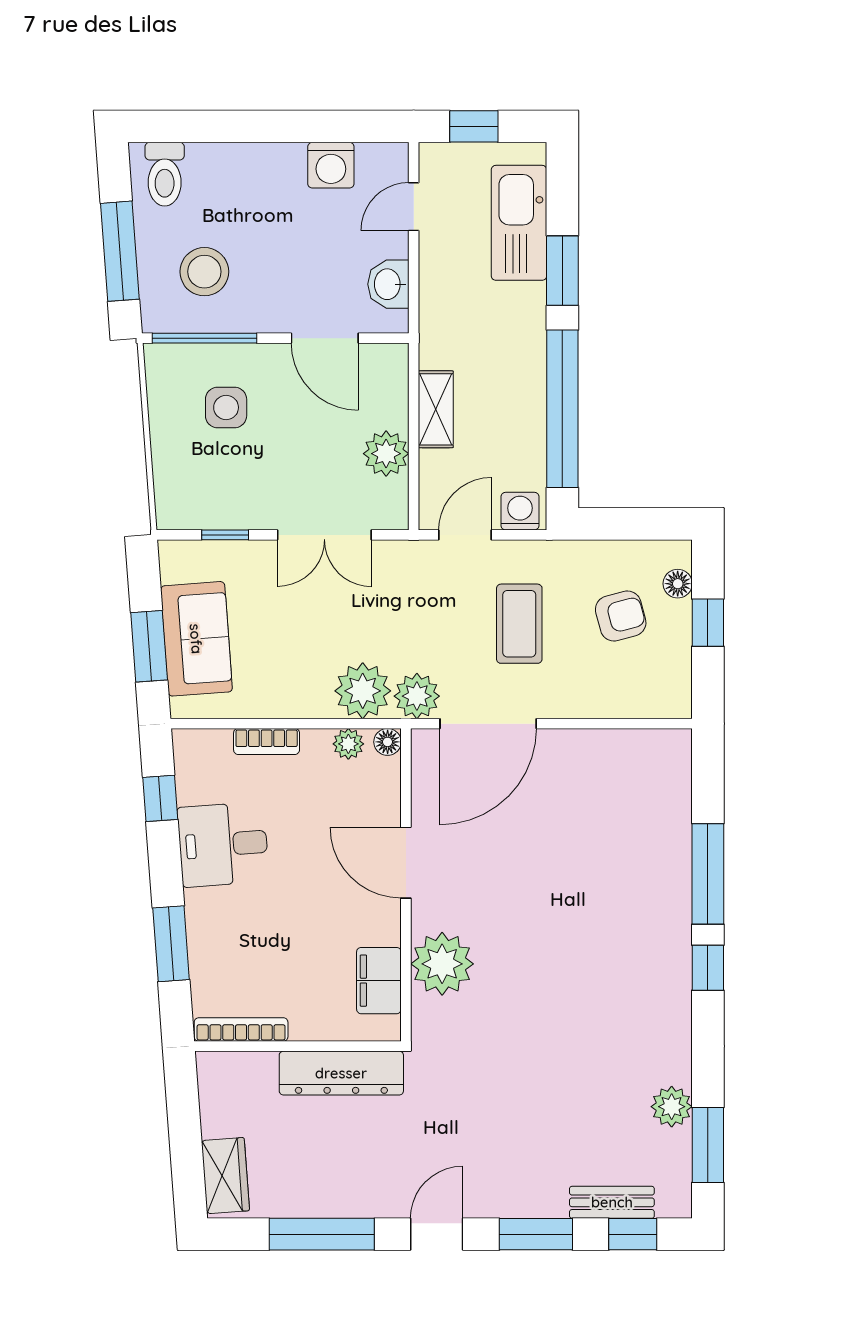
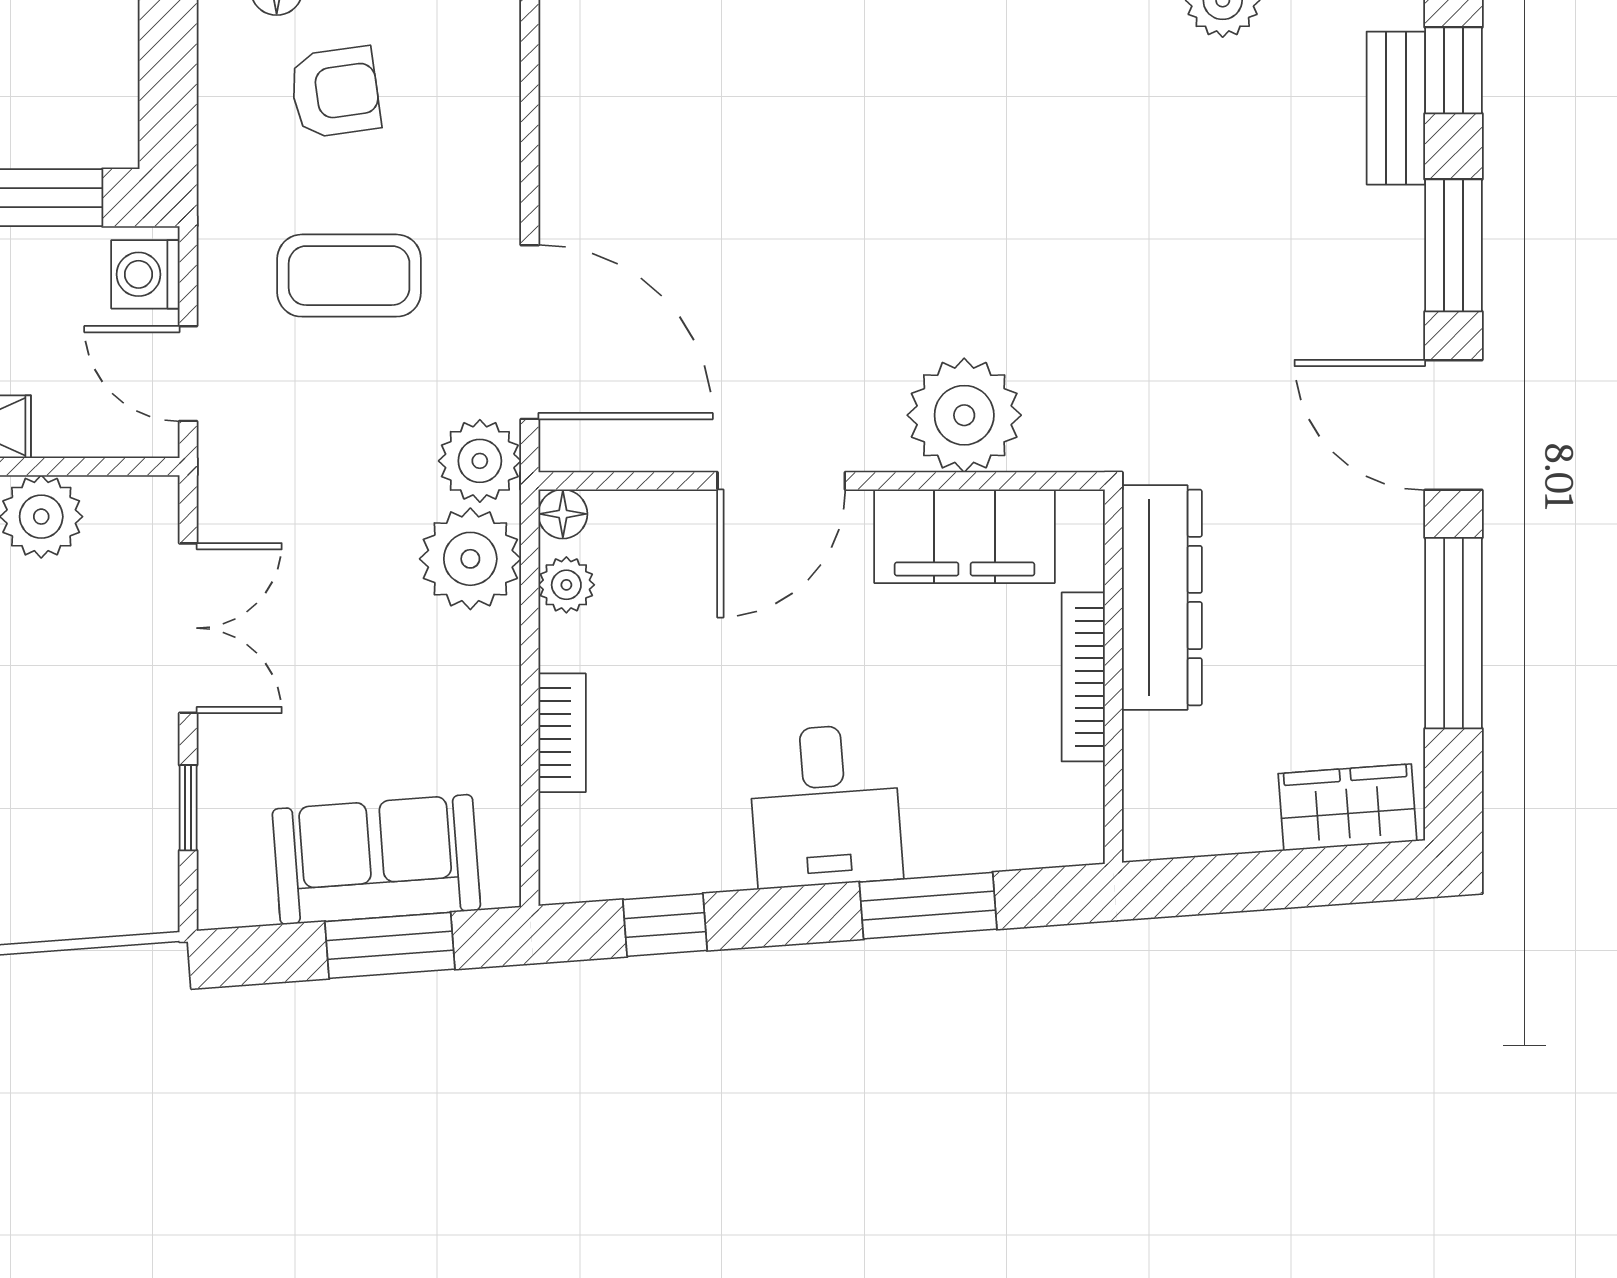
armchair: (621, 616) -> (335, 92), turned 97
desk: (223, 844) -> (825, 806), moved
filing cabinet: (379, 981) -> (965, 536), width x1.50, depth x1.17
bookcase: (241, 1029) -> (1083, 677), moved
door: (437, 1234) -> (1453, 425), width x1.38

